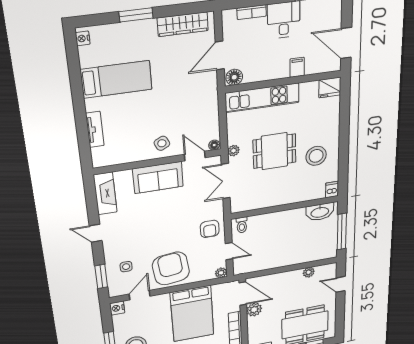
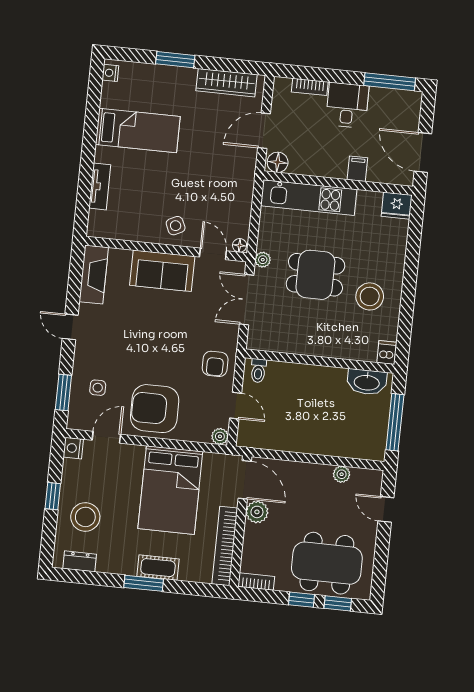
armchair: (171, 268) -> (155, 409), turned -83

